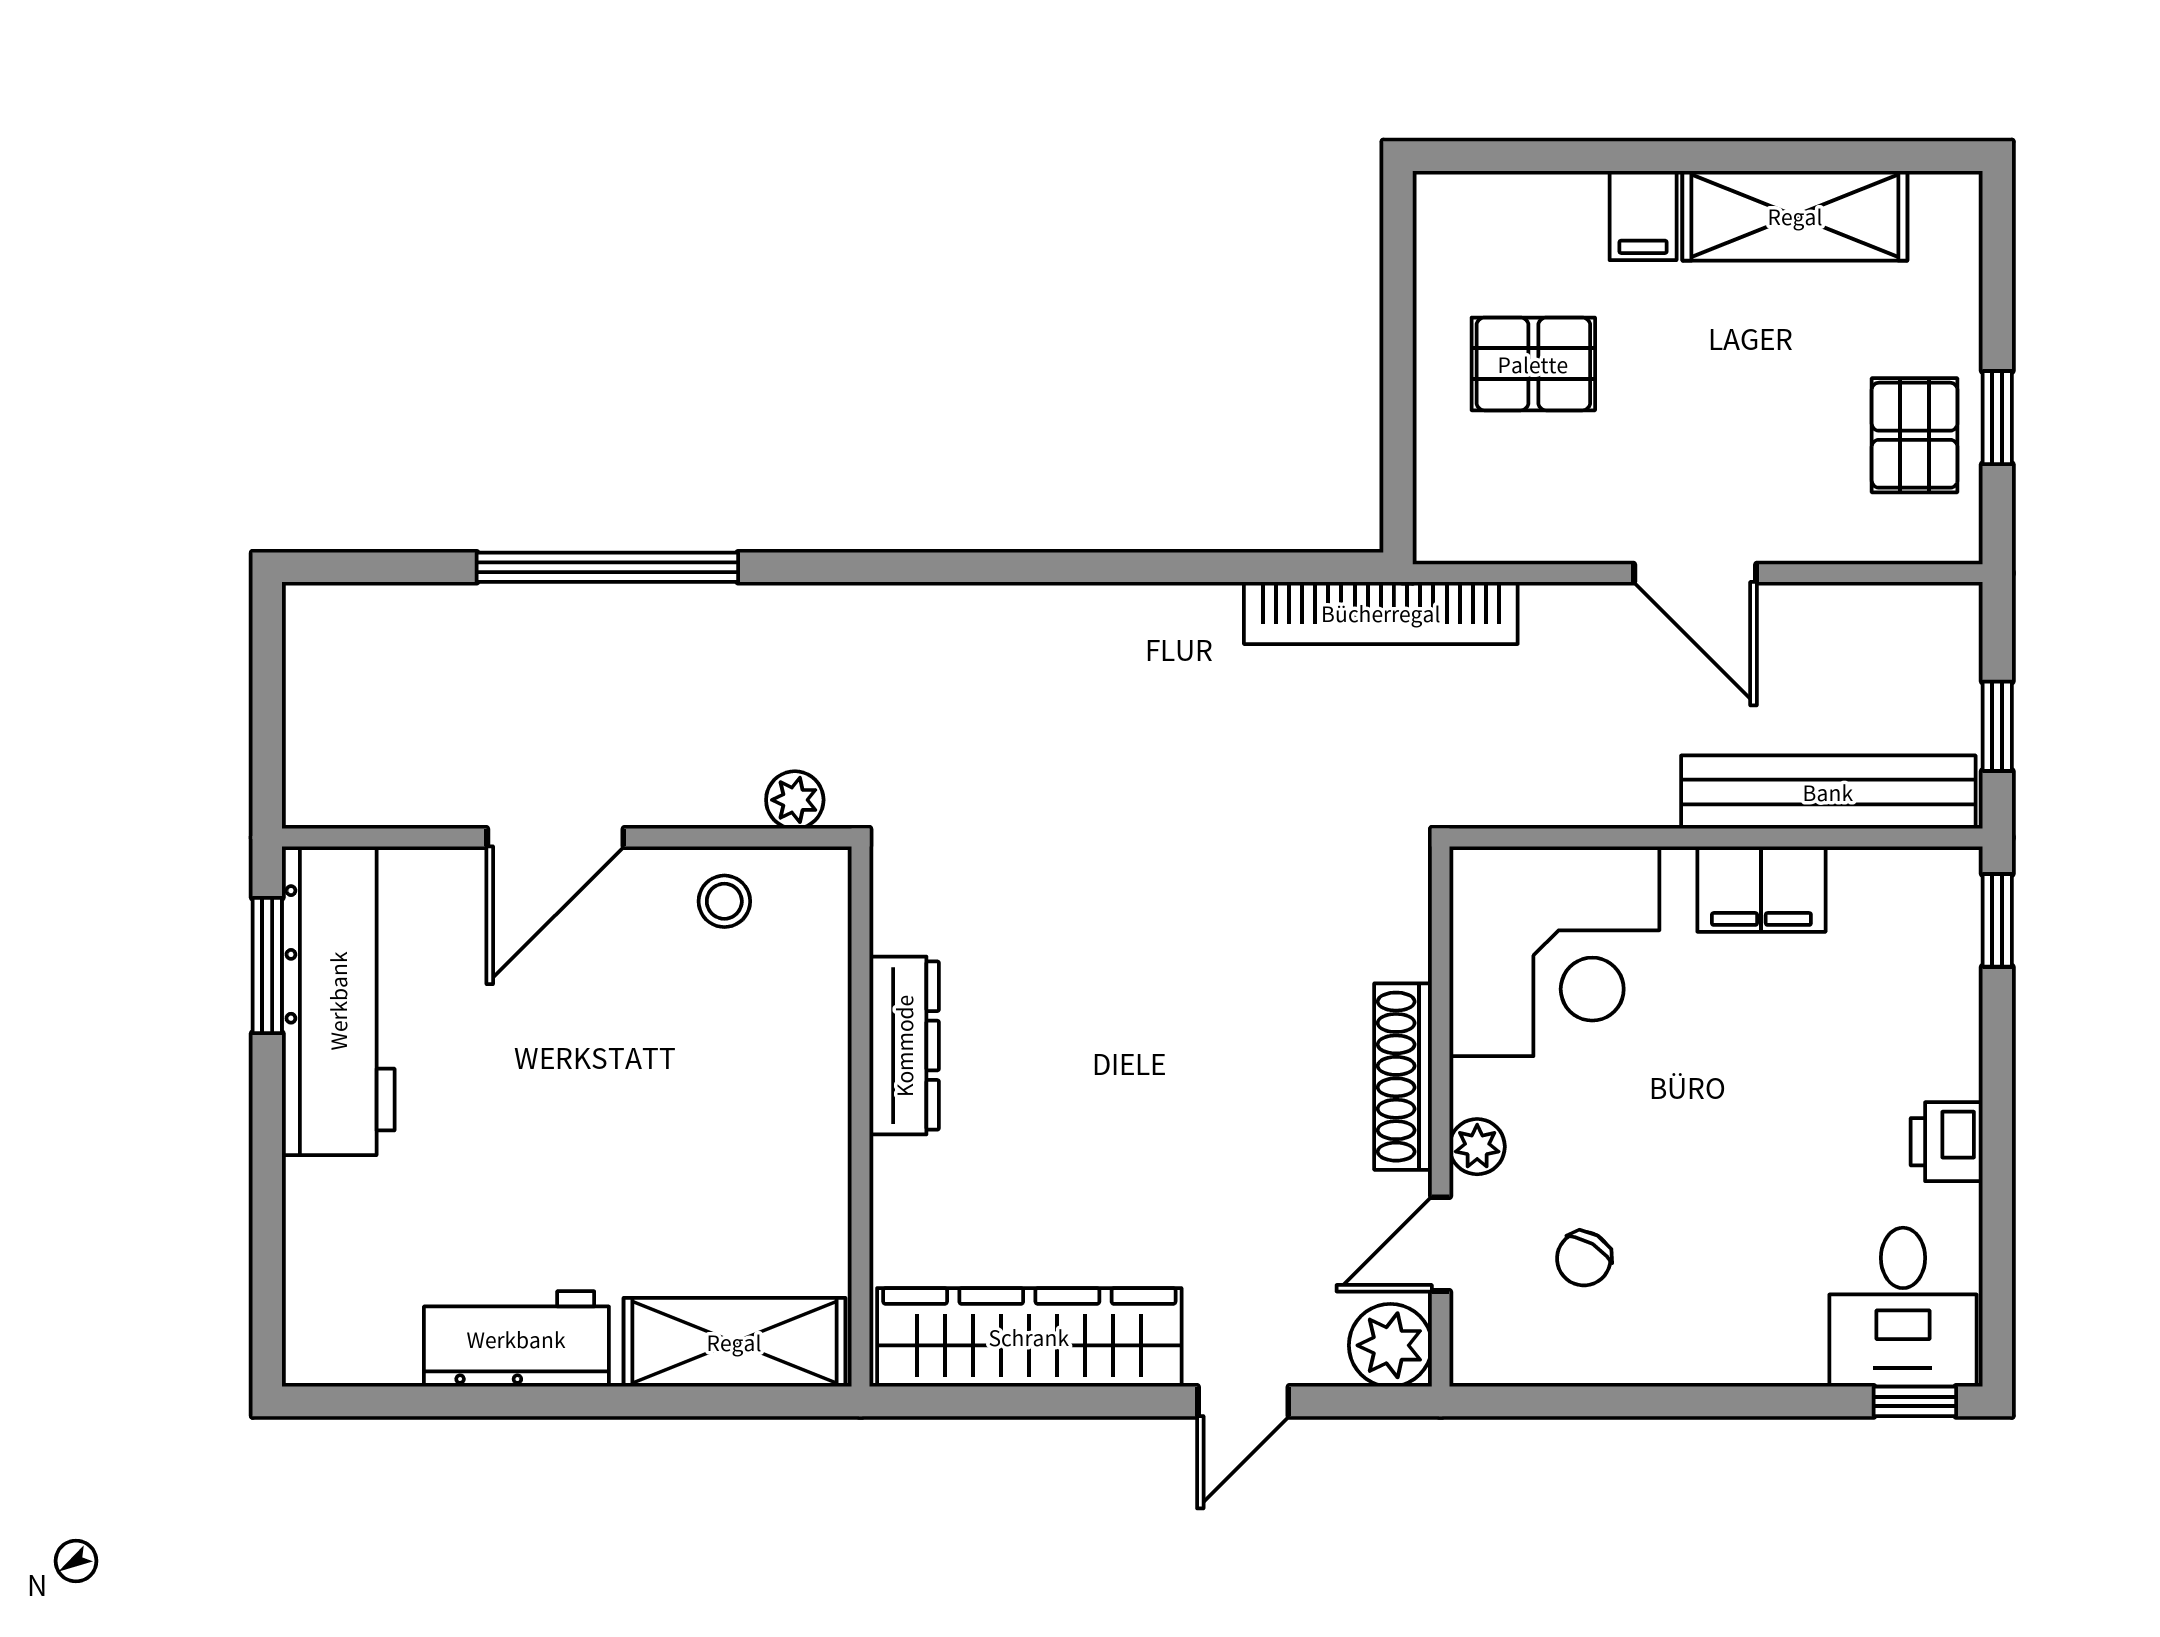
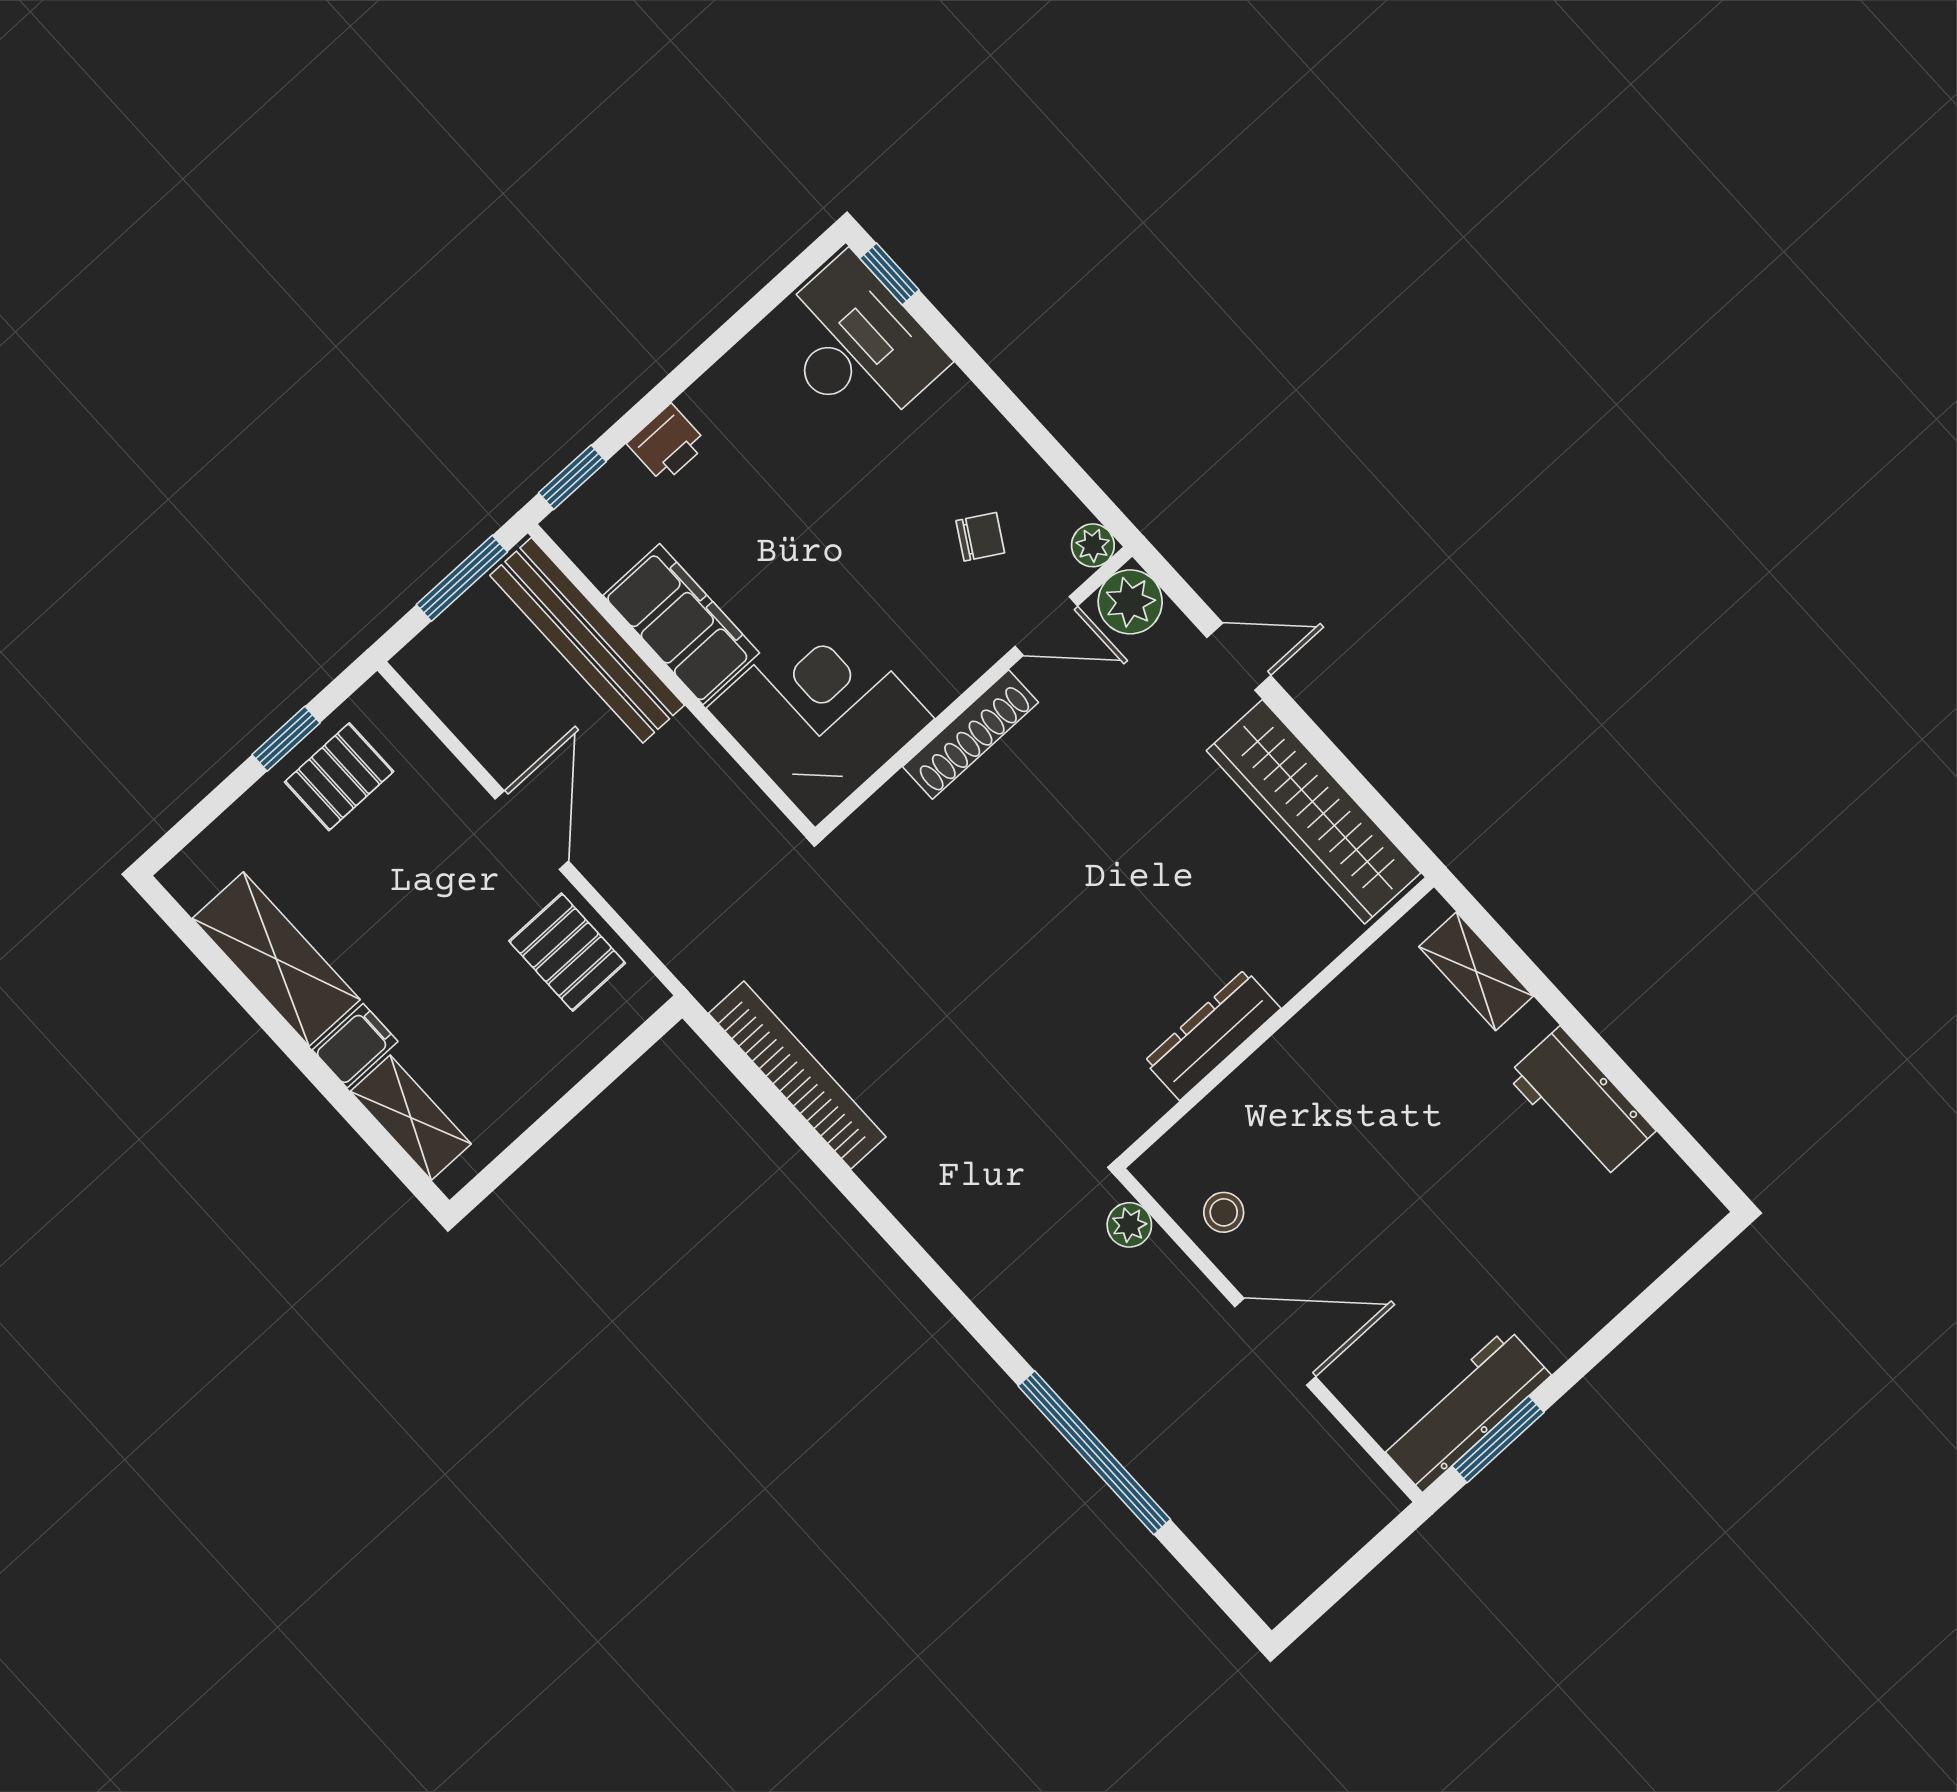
shelving: (1526, 206) -> (411, 1118), added
pallet: (1533, 364) -> (567, 952), moved
bookcase: (1381, 613) -> (797, 1075), moved
window: (1997, 726) -> (462, 578), width x1.50
filing cabinet: (1761, 889) -> (681, 624), width x1.50, depth x1.17
workbench: (338, 1001) -> (1465, 1410), width x0.73, depth x0.76
printer: (1947, 1142) -> (667, 444), moved
plant: (1477, 1147) -> (1093, 545), moved
desk: (1903, 1307) -> (856, 345), width x1.37
shelving: (734, 1342) -> (1476, 971), width x0.67, depth x0.75

